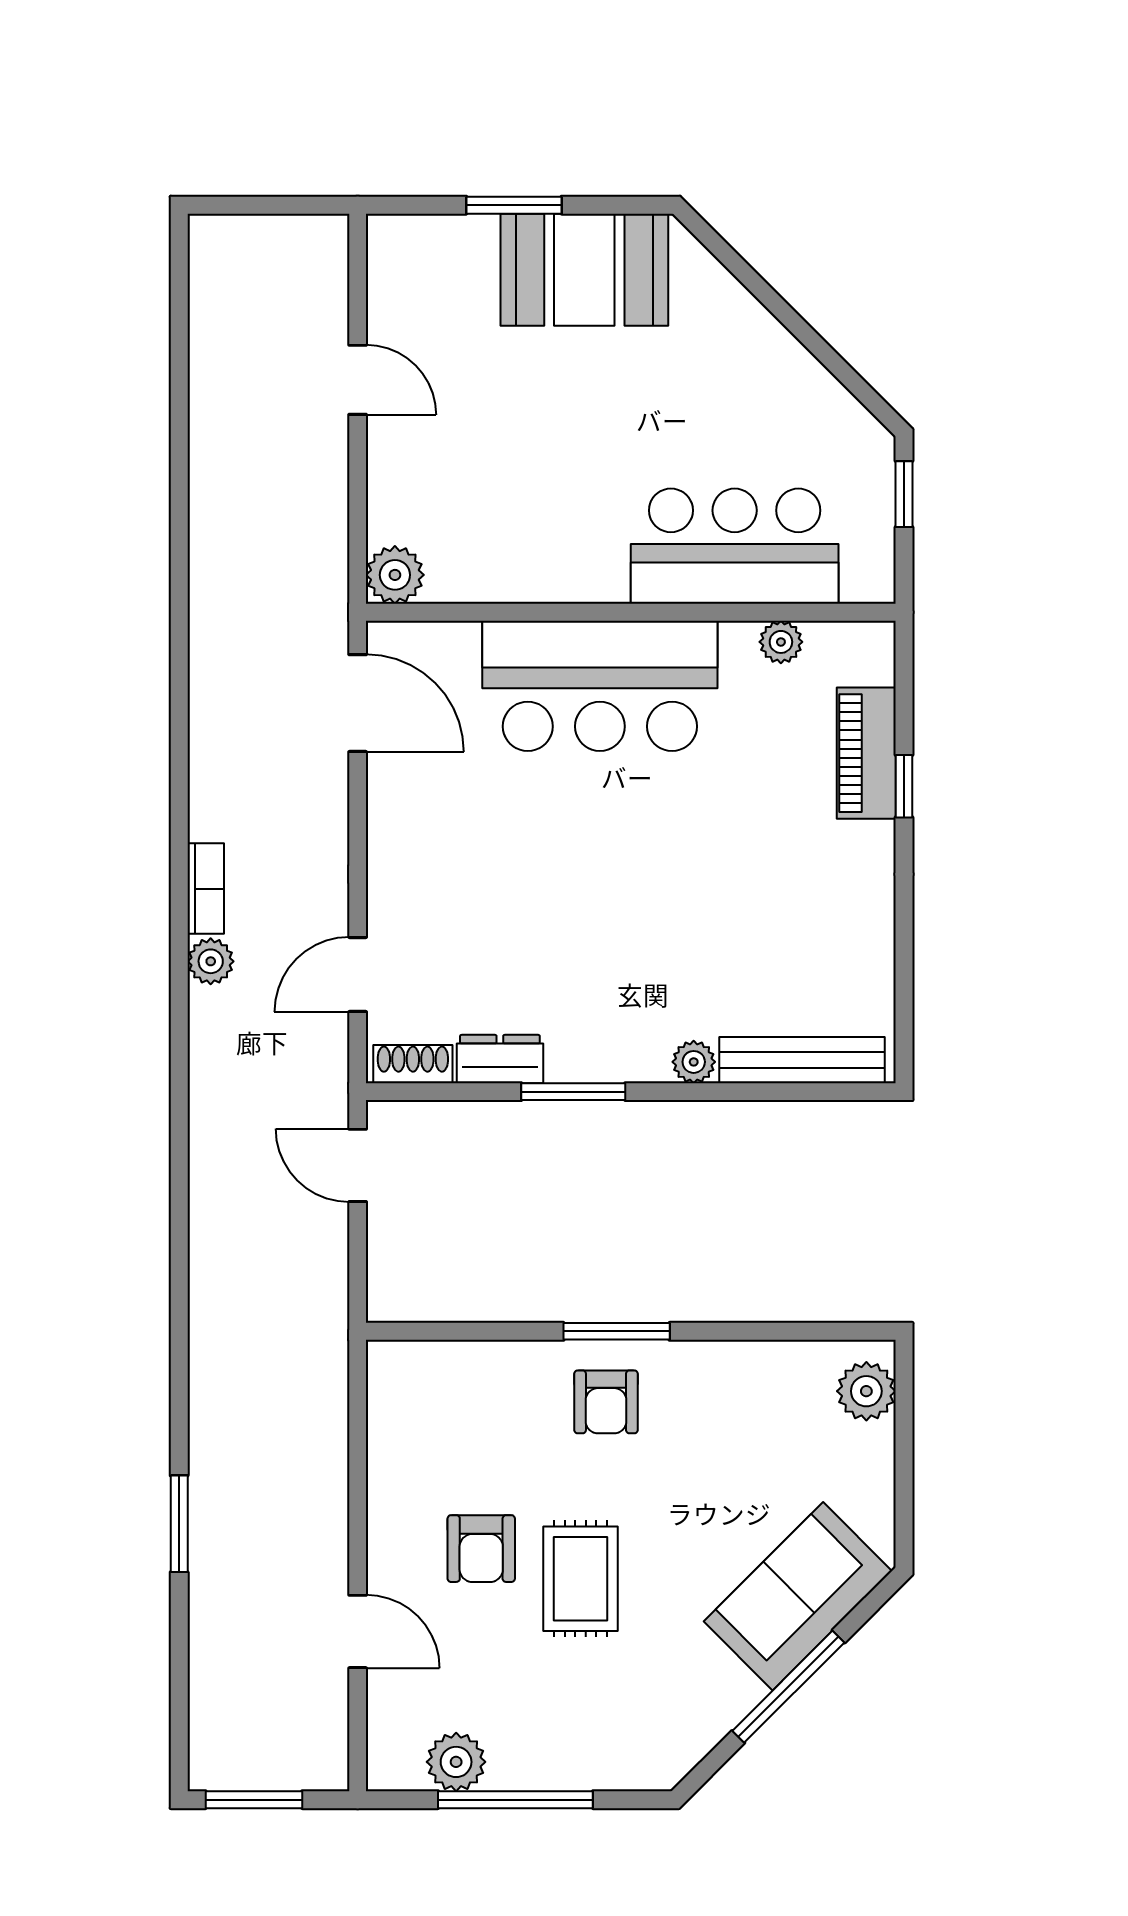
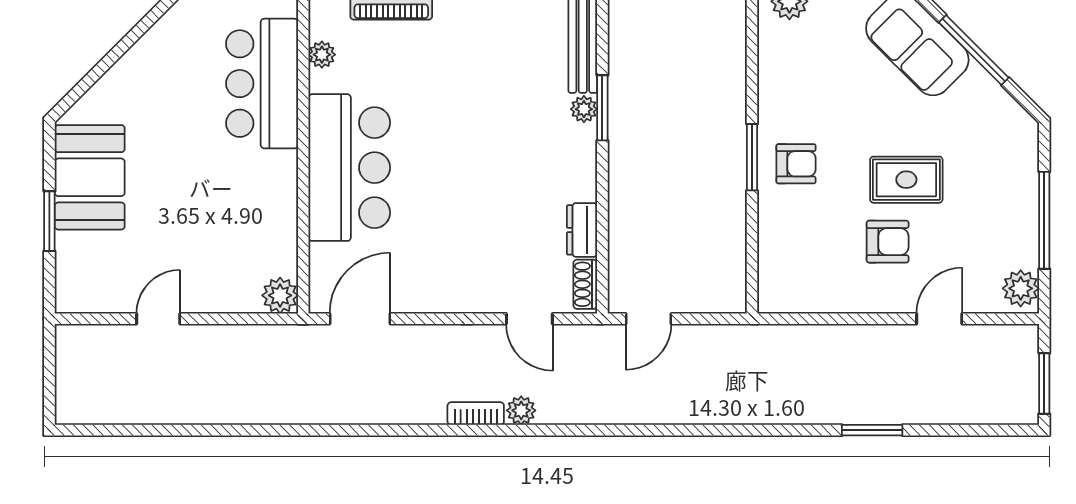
window: (573, 1092) -> (602, 108), moved
plant: (456, 1762) -> (1021, 288), moved

